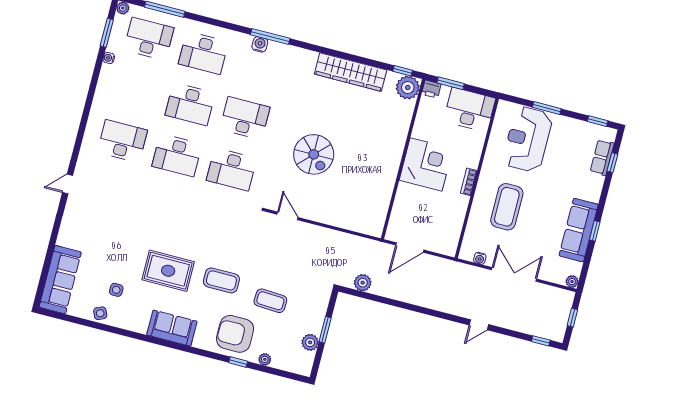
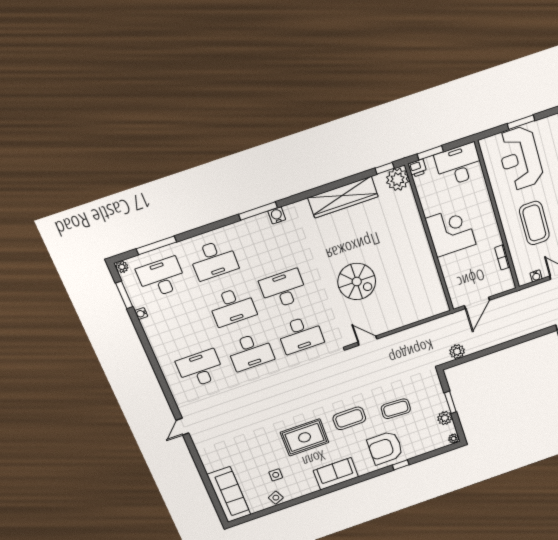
water cooler: (260, 44) -> (277, 215), moved
bookcase: (469, 182) -> (503, 257), moved
plant: (265, 359) -> (454, 439), moved

